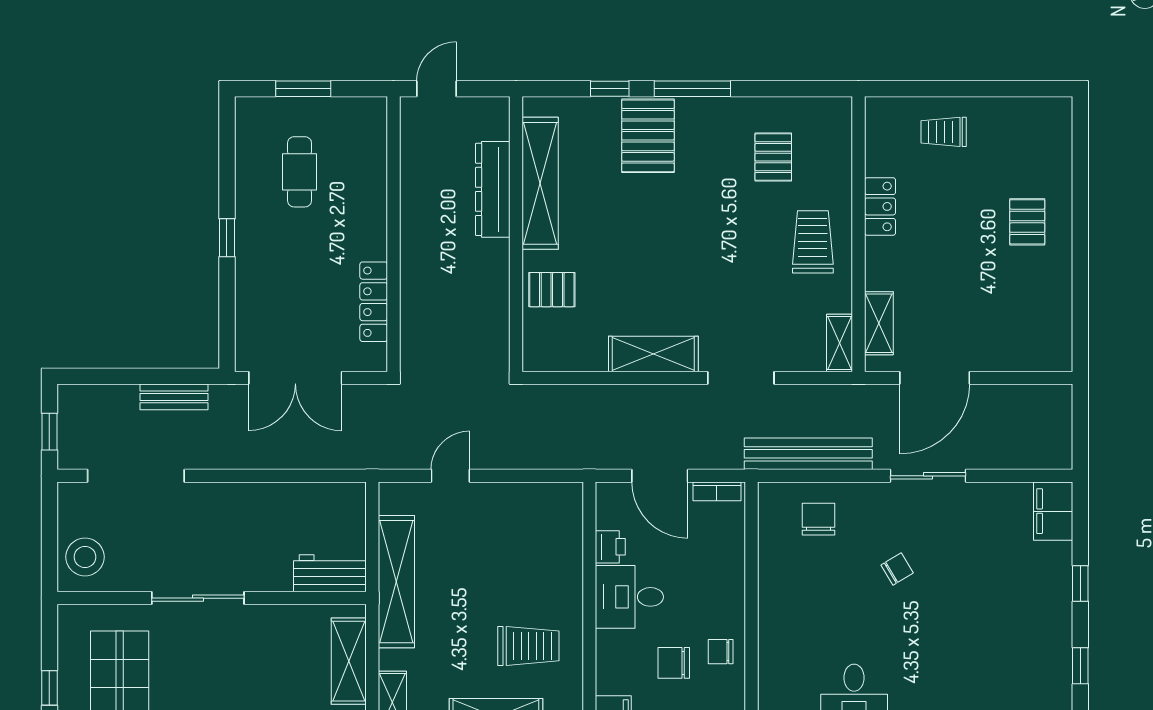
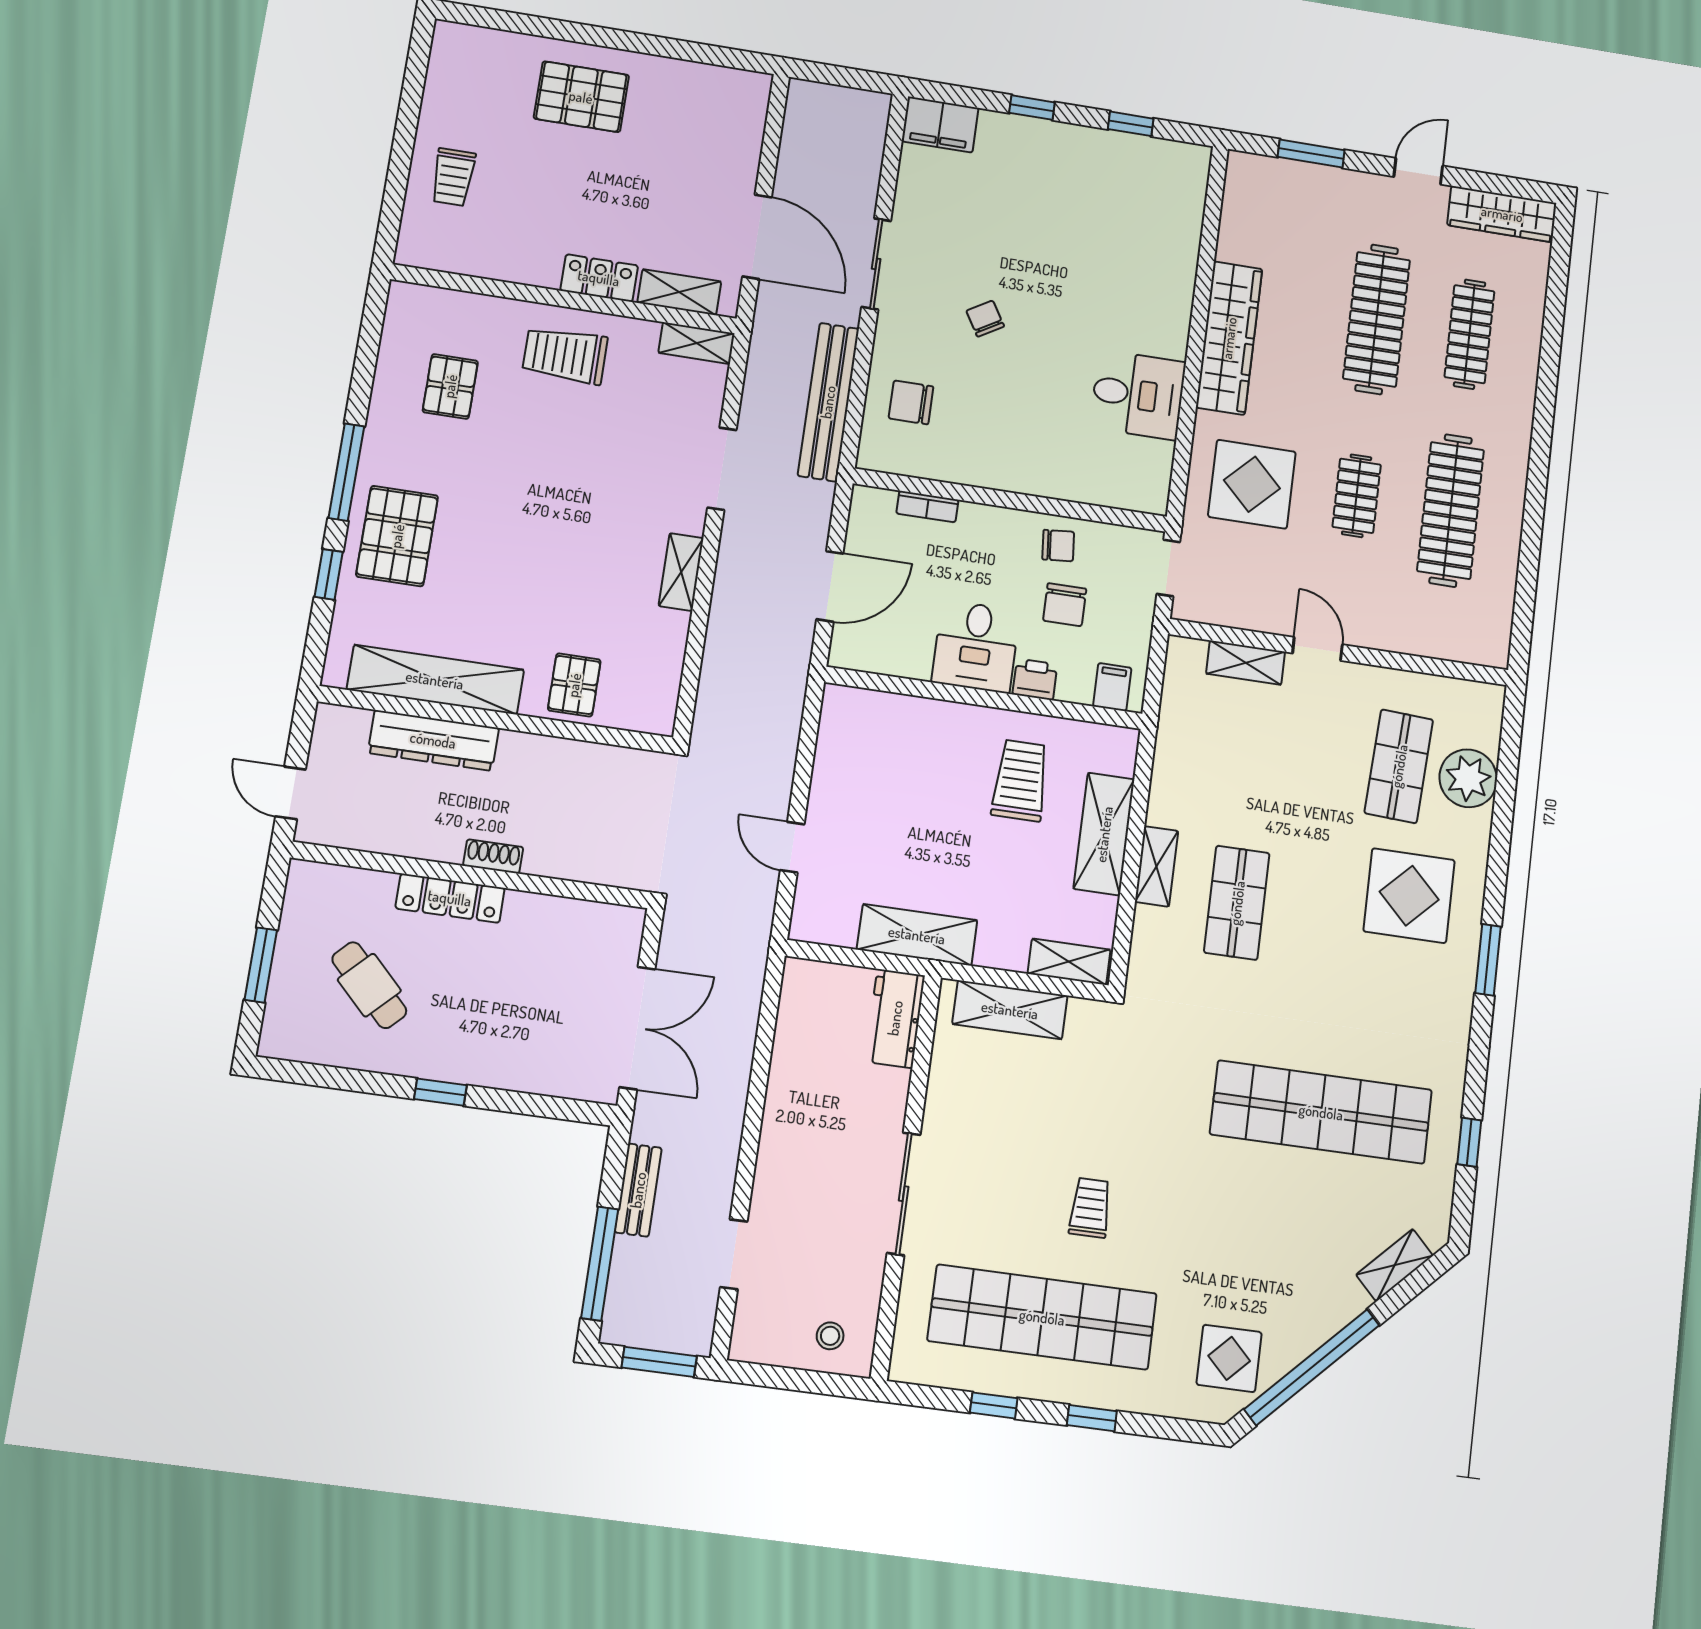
pallet: (648, 136) -> (397, 536), turned 90
pallet: (773, 157) -> (450, 386), turned 90
cafe table: (300, 172) -> (369, 985), turned 45
locker: (880, 206) -> (599, 278), moved
pallet: (1027, 222) -> (581, 97), width x1.50, depth x1.42
shoe rack: (410, 249) -> (493, 856), added
locker: (374, 302) -> (450, 898), moved
shelving: (653, 354) -> (681, 572), width x0.67, depth x0.75
window: (116, 376) -> (600, 1264), added
window: (49, 432) -> (659, 1362), width x1.50
doorway: (136, 476) -> (734, 1254), width x0.53
bookcase: (717, 491) -> (927, 507), moved, turned 90
printer: (610, 547) -> (1035, 679), moved
stool: (85, 557) -> (830, 1336), width x0.53, depth x0.53
shelving: (396, 582) -> (917, 935), width x0.68
chair: (721, 652) -> (1058, 546), turned -95

